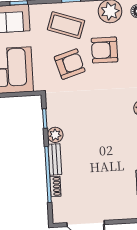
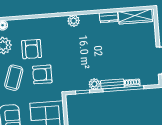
armchair: (70, 64) -> (42, 74), turned -73

